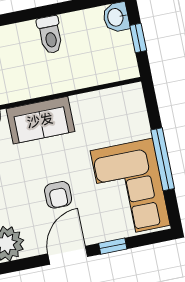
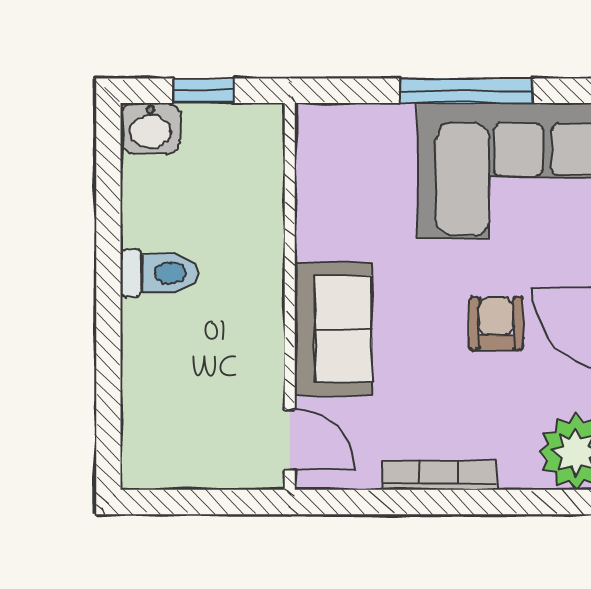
armchair: (58, 195) -> (496, 324), turned -90

